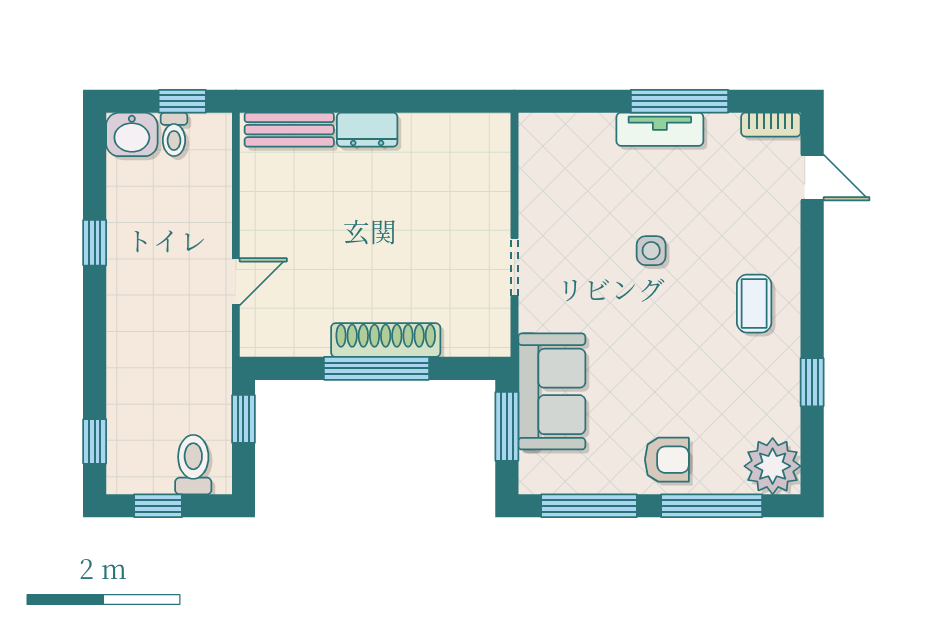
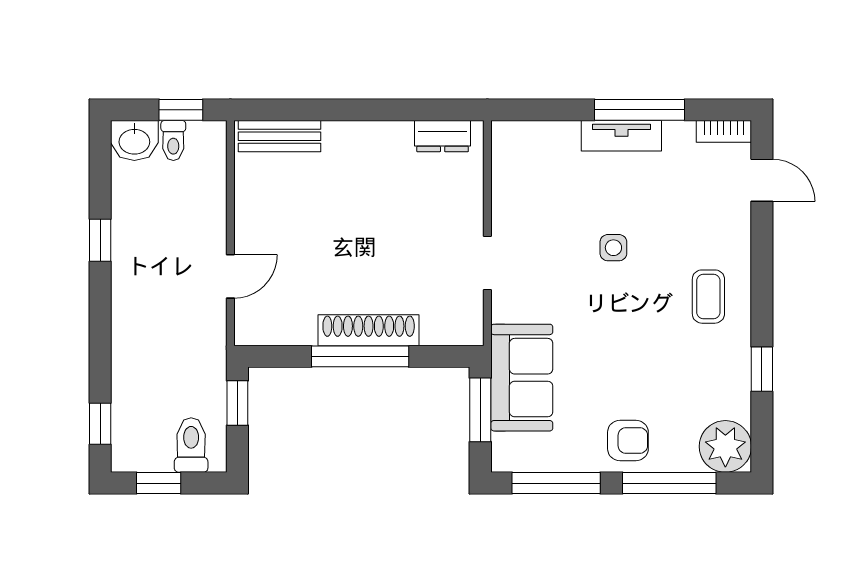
dresser: (367, 130) -> (443, 136), moved

